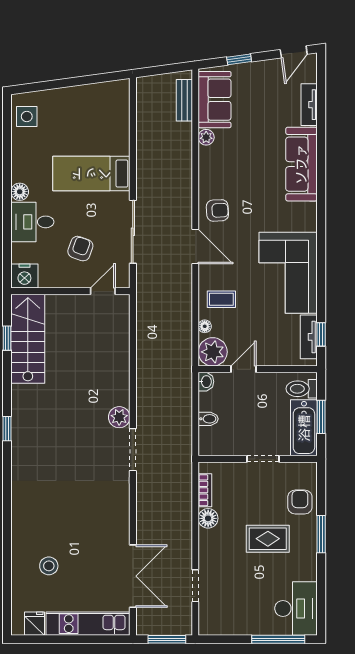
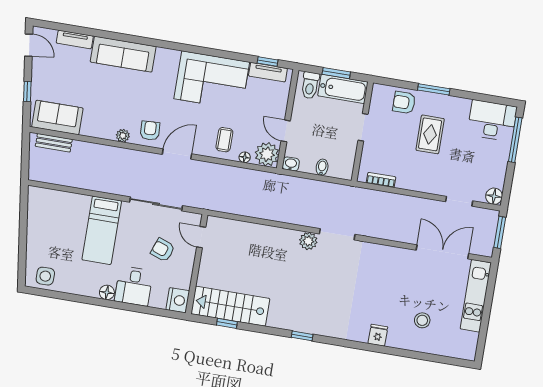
plant: (206, 137) -> (123, 136), moved
floor lamp: (208, 518) -> (494, 196), moved
fridge: (35, 624) -> (378, 335), moved, turned 90

